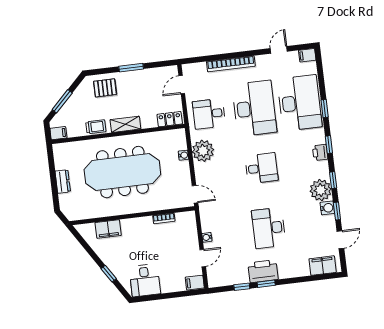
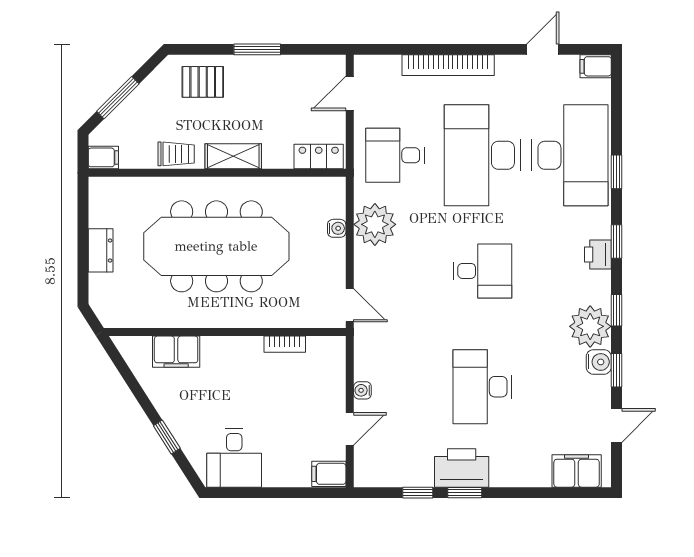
desk: (254, 108) -> (482, 155), turned 180

